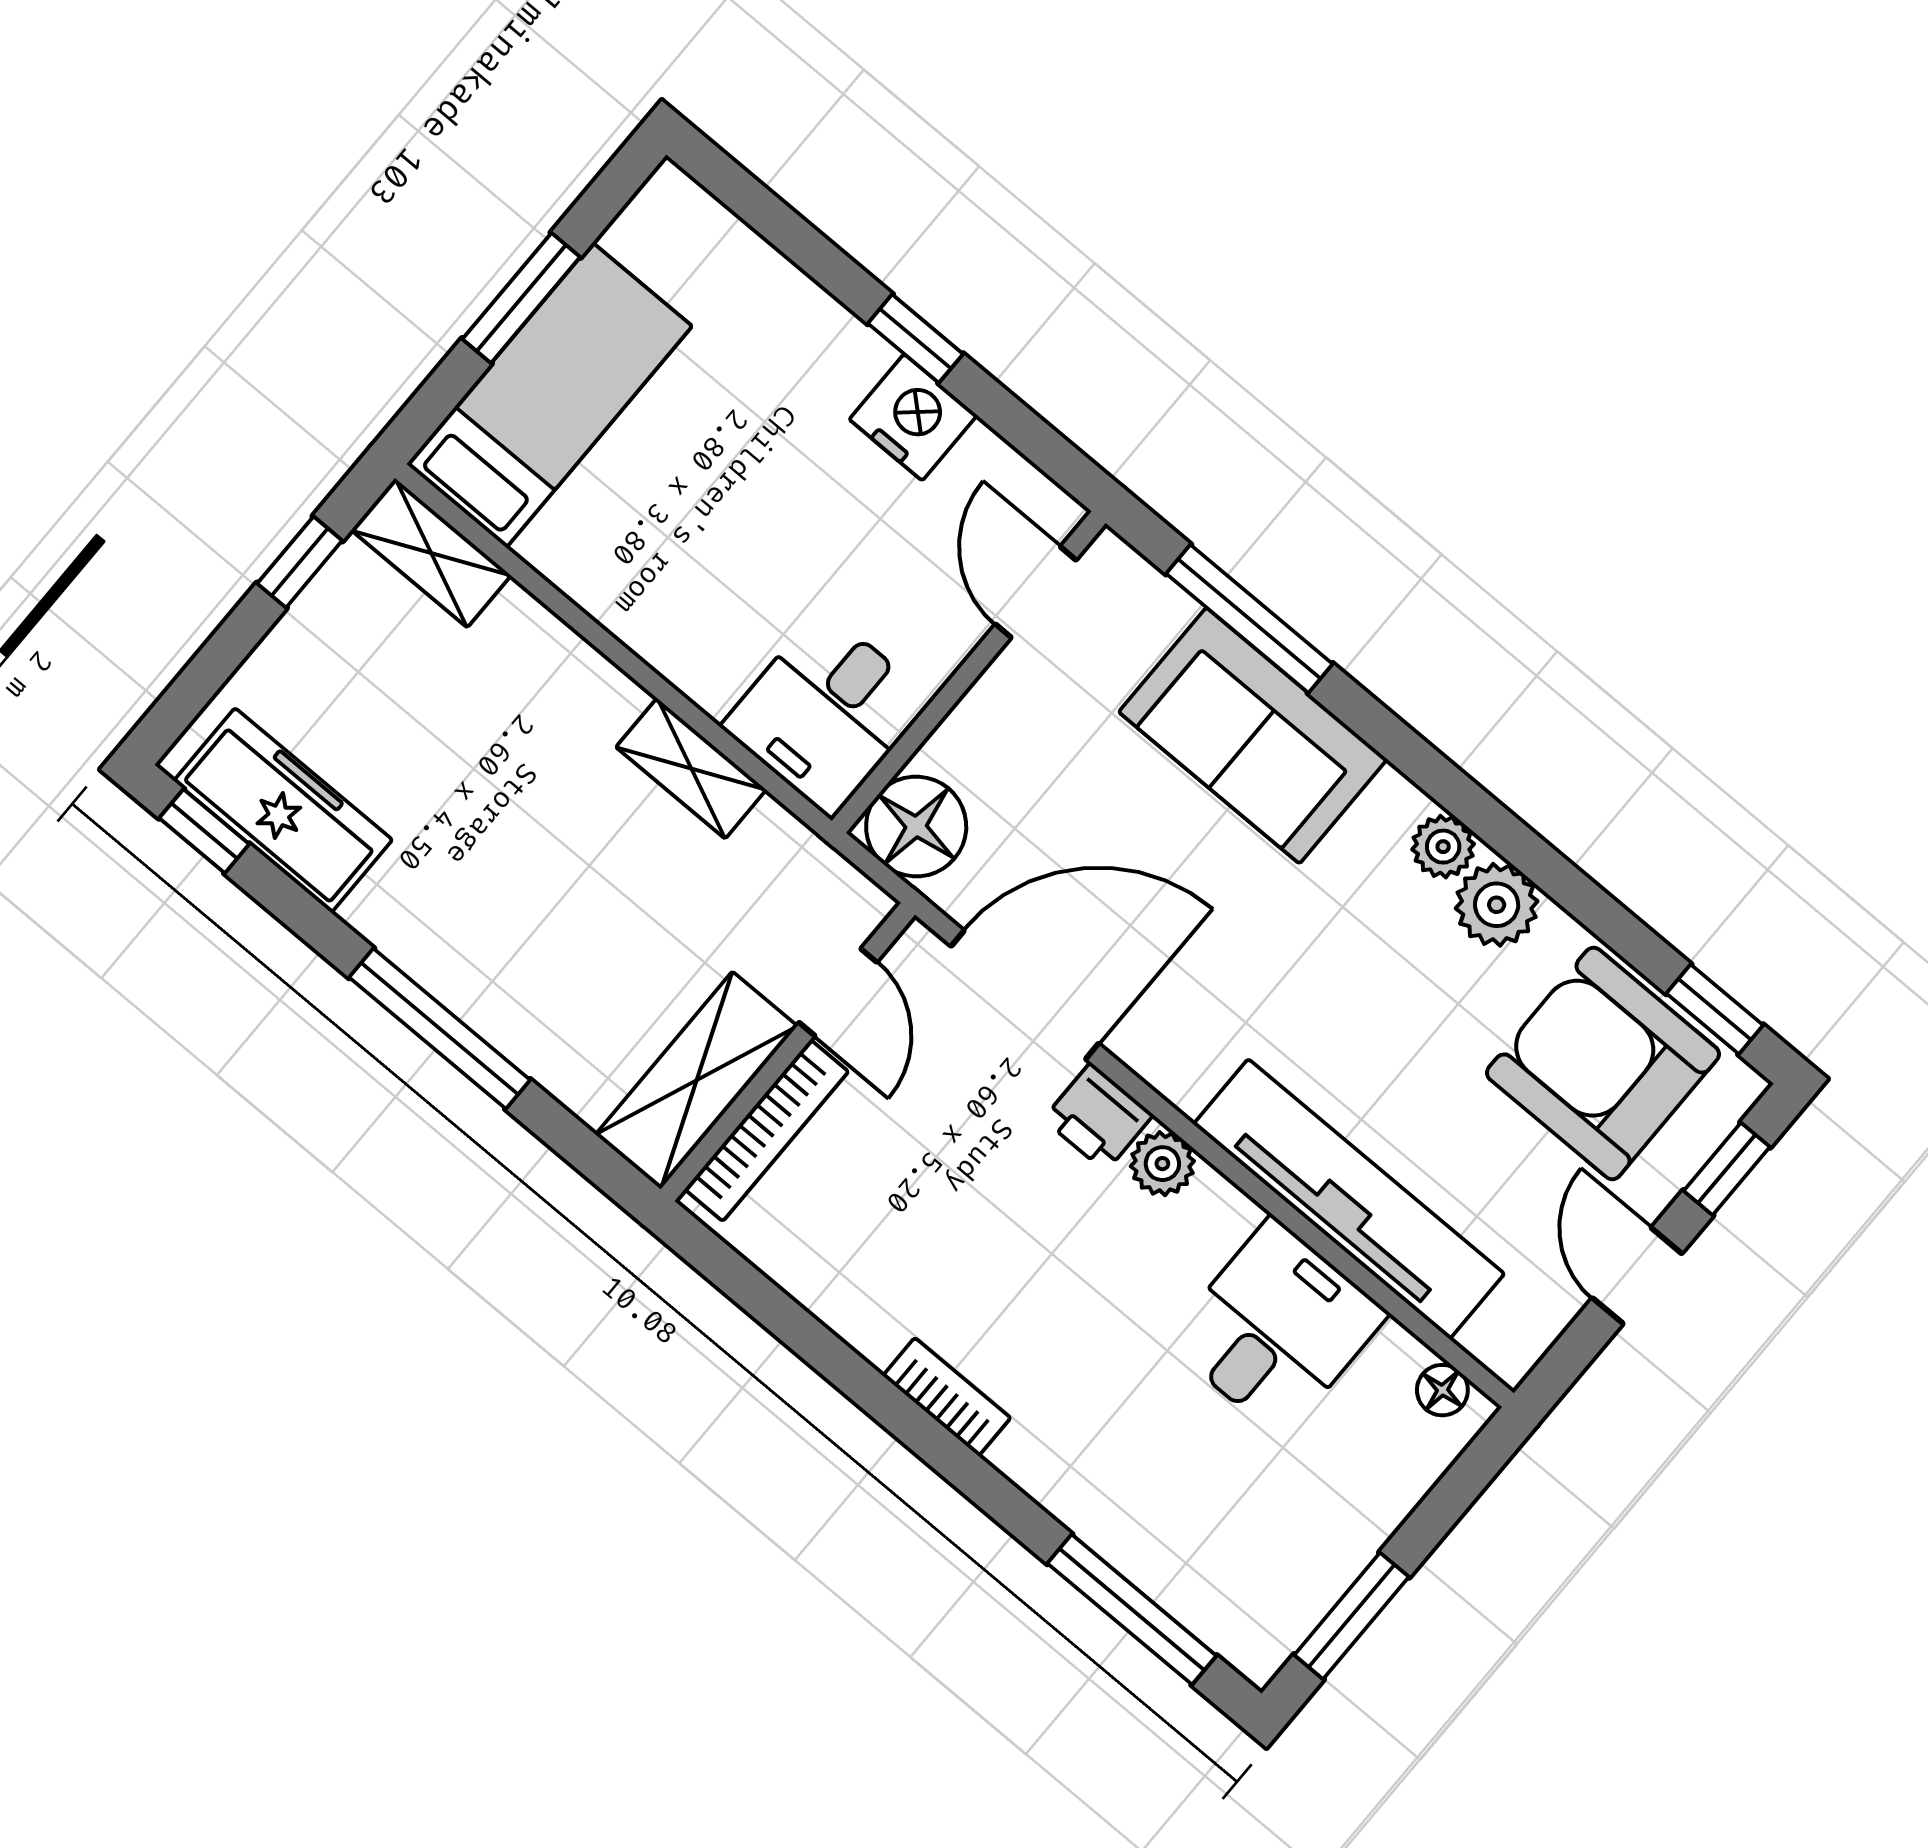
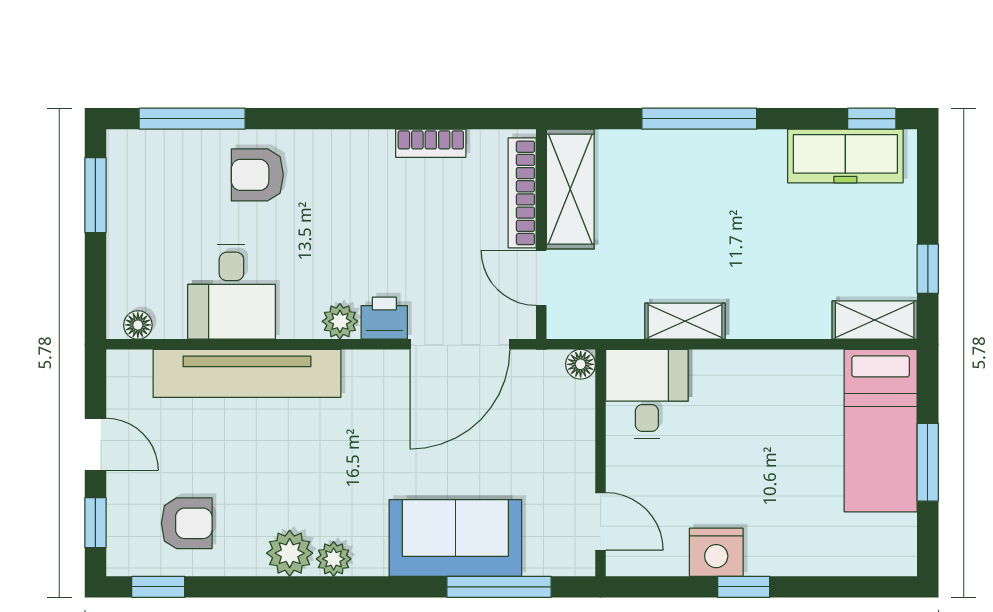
floor lamp: (916, 826) -> (581, 364), width x0.53, depth x0.53
armchair: (1603, 1063) -> (187, 523), width x0.53, depth x0.53
bookcase: (947, 1397) -> (431, 143), moved
armchair: (1107, 1458) -> (257, 175), added

